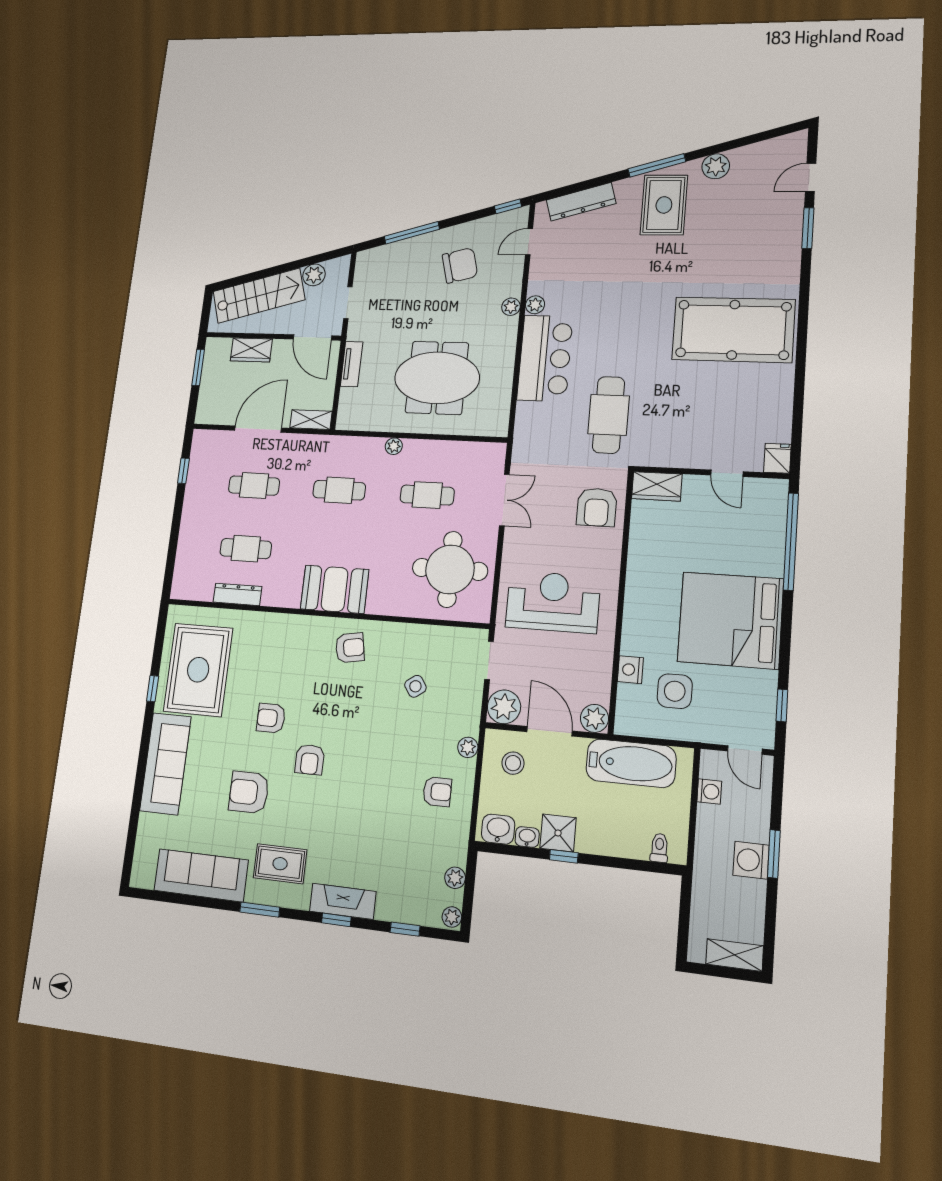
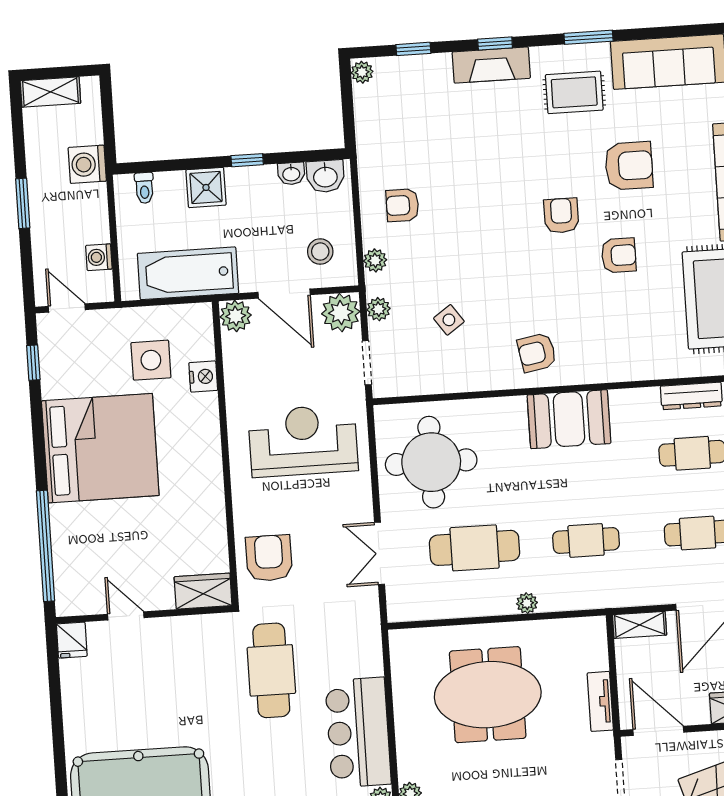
cafe table: (427, 495) -> (475, 548), width x1.37, depth x1.35
reception desk: (553, 602) -> (303, 441), turned 180
shower: (558, 833) -> (206, 187), moved
washing machine: (751, 860) -> (87, 164), moved, turned 180
plant: (455, 878) -> (378, 309), moved

